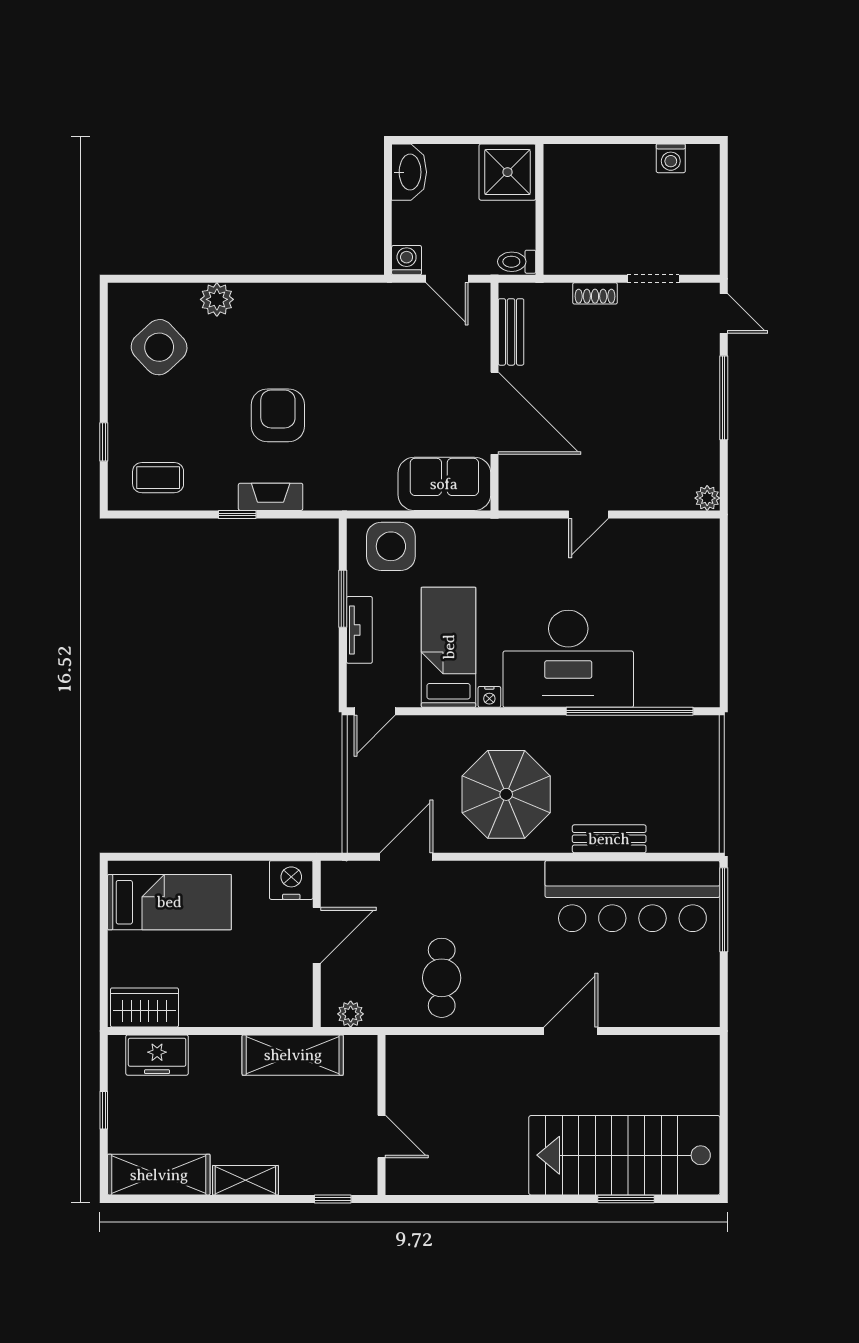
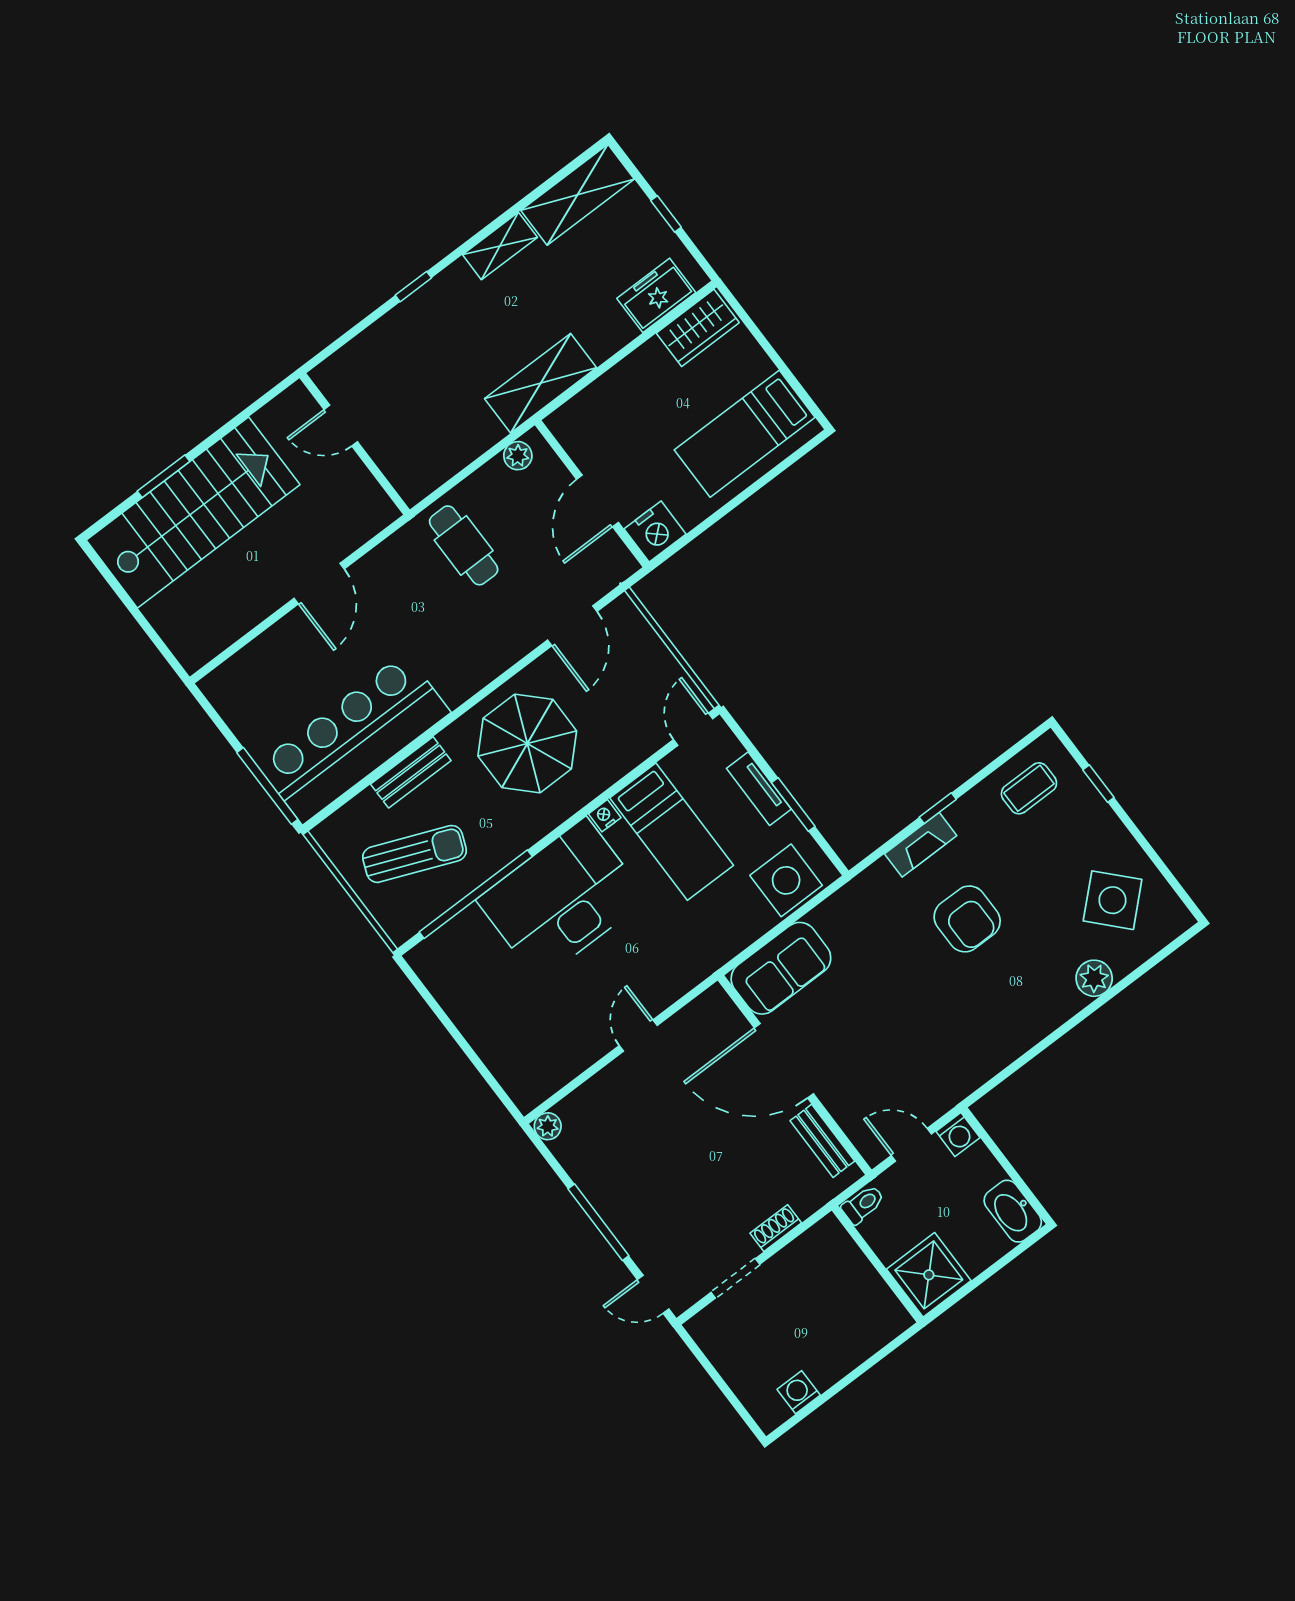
sun lounger: (653, 776) -> (414, 854), added
wall: (381, 1115) -> (355, 444), moved
door: (381, 1136) -> (341, 426), moved

